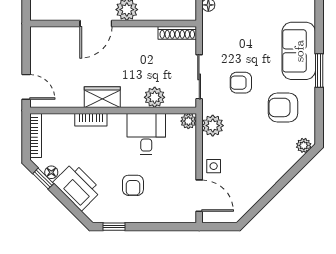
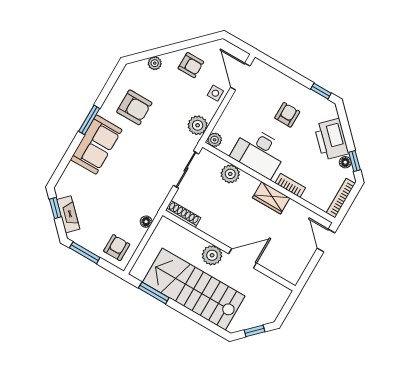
armchair: (241, 83) -> (191, 65), moved
desk: (146, 134) -> (259, 152), width x1.37
plant: (304, 145) -> (155, 63), moved

